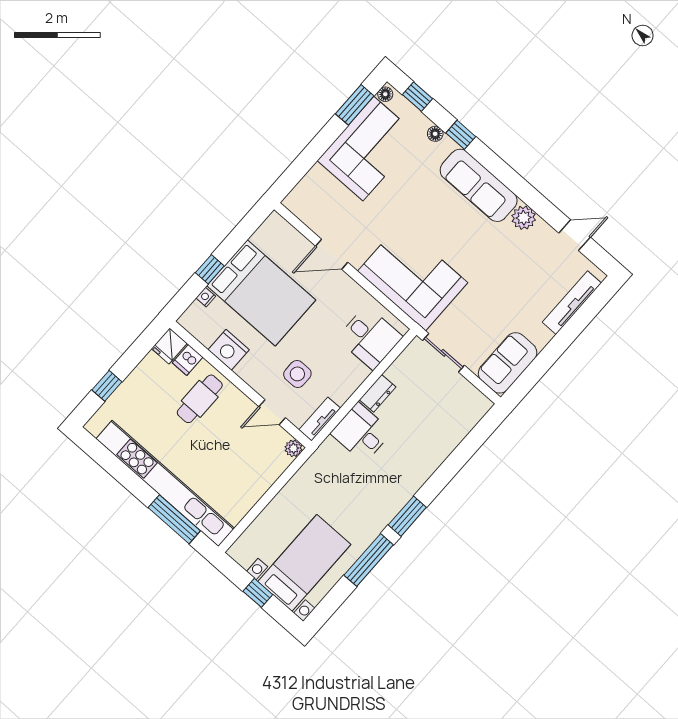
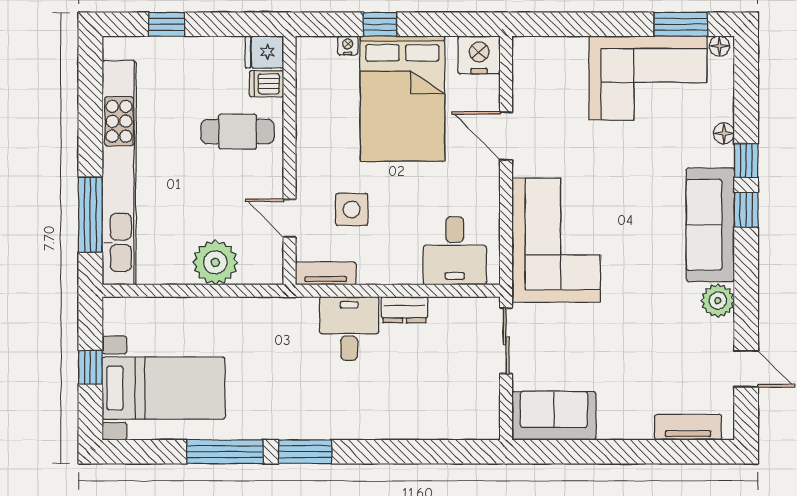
window: (417, 97) -> (746, 210), moved
tv unit: (572, 303) -> (688, 427), width x0.71
nightstand: (229, 350) -> (479, 55), moved, turned 90
plant: (293, 448) -> (215, 262), moved, width x1.87, depth x1.87

